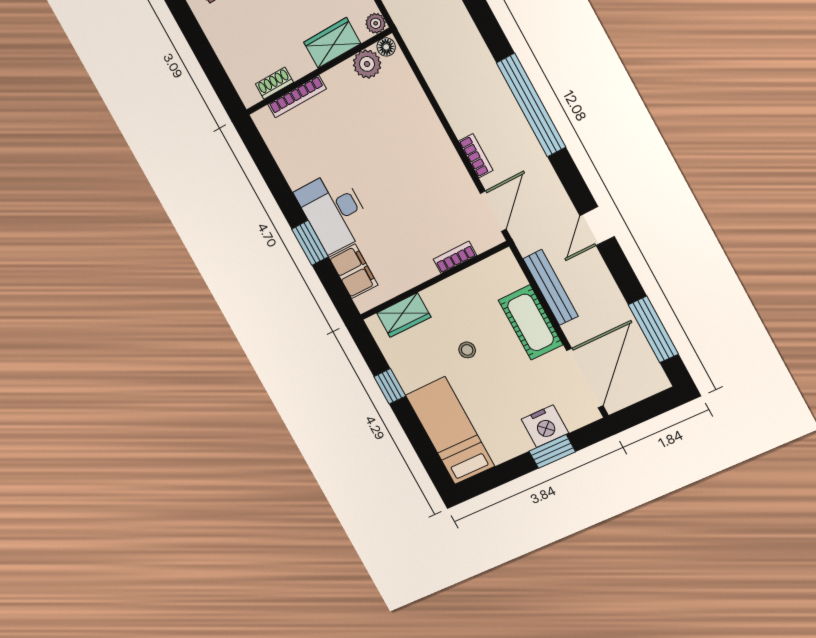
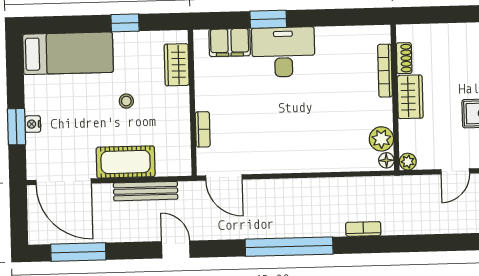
wardrobe: (332, 43) -> (410, 97), moved
bookcase: (476, 156) -> (363, 229), moved, turned 180
nightstand: (545, 426) -> (33, 124), width x0.53, depth x0.56

